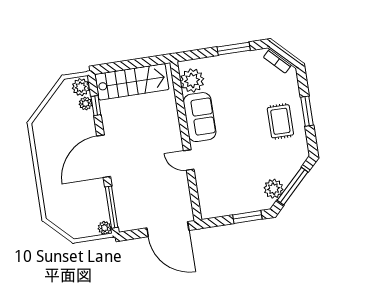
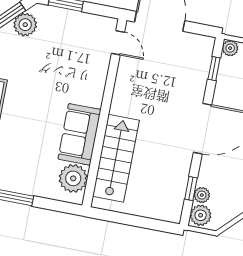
stairs: (132, 82) -> (116, 158), moved, turned 90
door: (189, 160) -> (118, 43), moved
window: (112, 207) -> (214, 69), width x0.46

